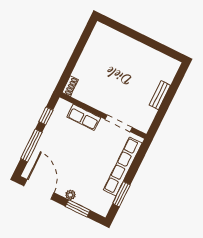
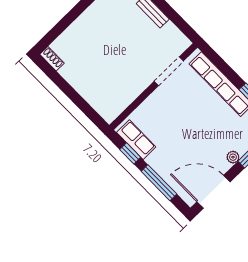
shoe rack: (70, 86) -> (52, 59), moved
row of seats: (84, 117) -> (136, 140), moved, turned -90

